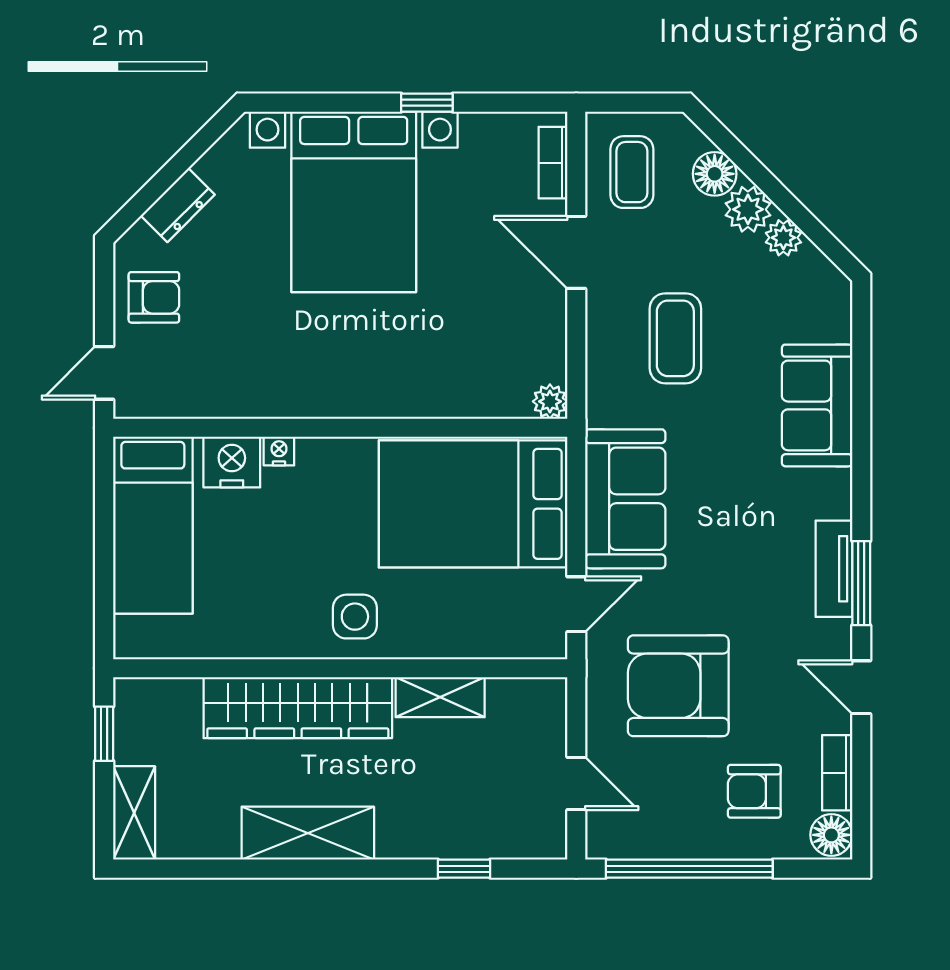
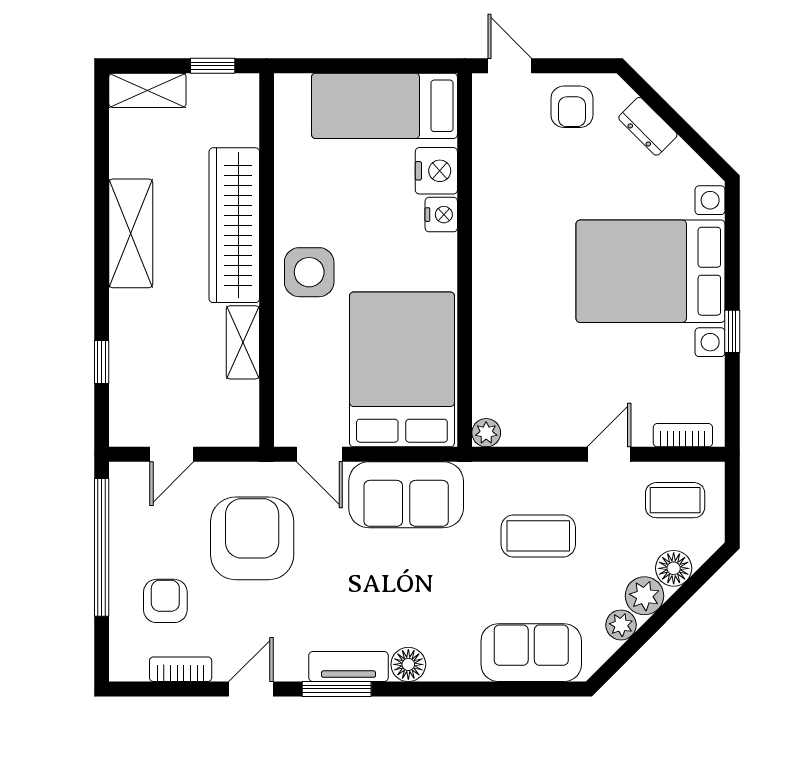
door: (576, 252) -> (609, 454), width x0.73
sofa: (817, 405) -> (531, 653), moved
nightstand: (279, 451) -> (441, 215), width x1.39, depth x1.35
side table: (355, 617) -> (309, 272), width x1.37, depth x1.37
floor lamp: (831, 835) -> (408, 664), moved

